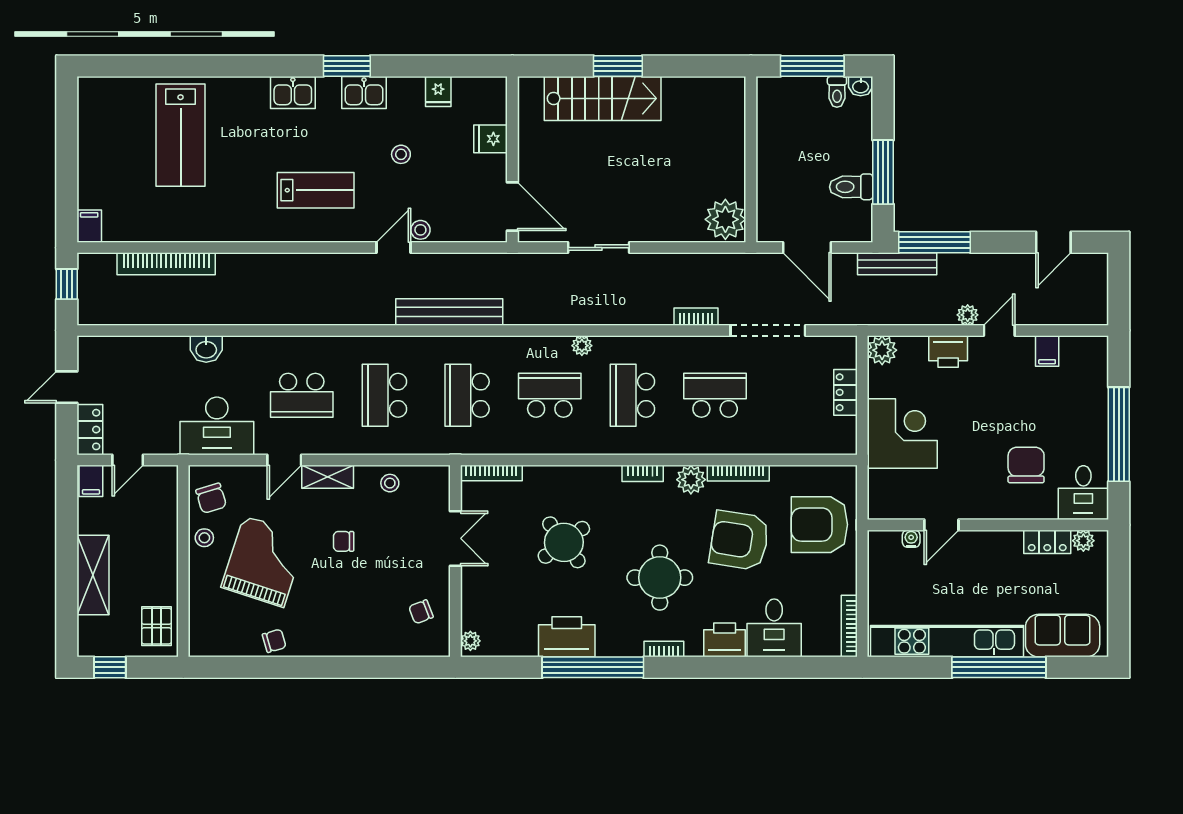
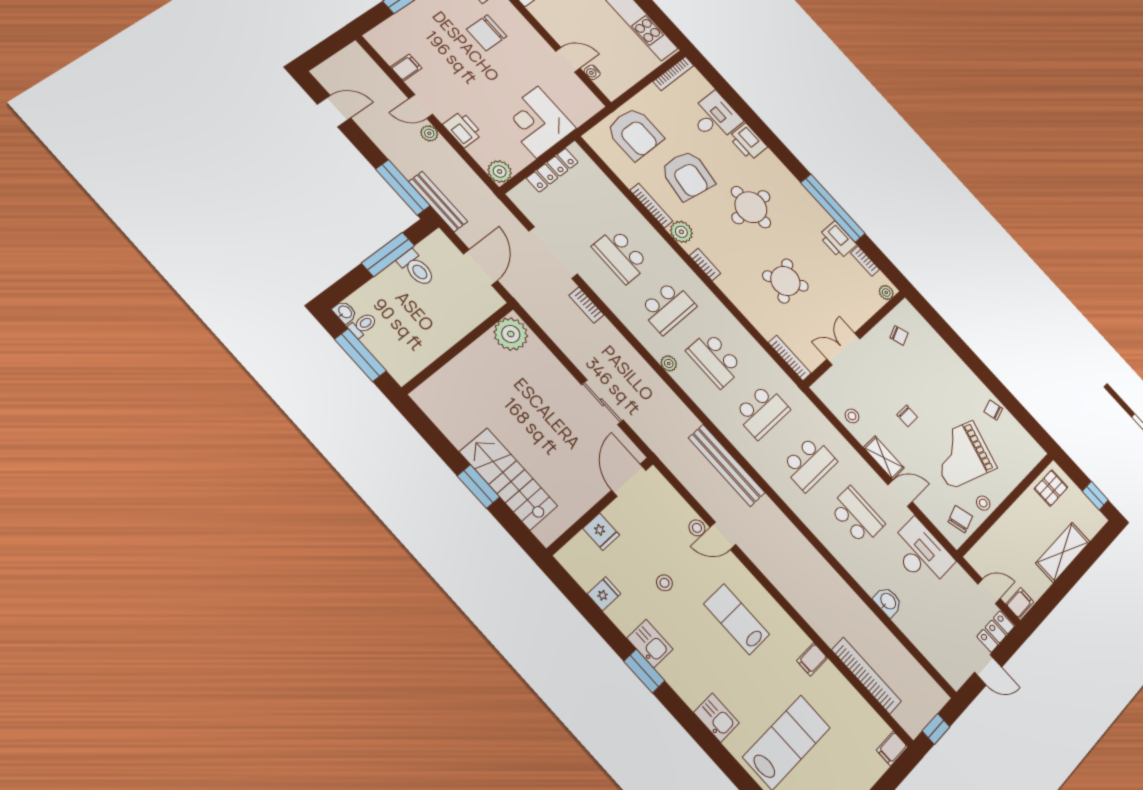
kitchen sink: (293, 93) -> (716, 718), moved
filing cabinet: (223, 227) -> (812, 659), added
locker: (845, 392) -> (552, 170), width x1.53
printer: (567, 637) -> (838, 240), width x0.73, depth x0.84
bookcase: (664, 649) -> (865, 261), moved

